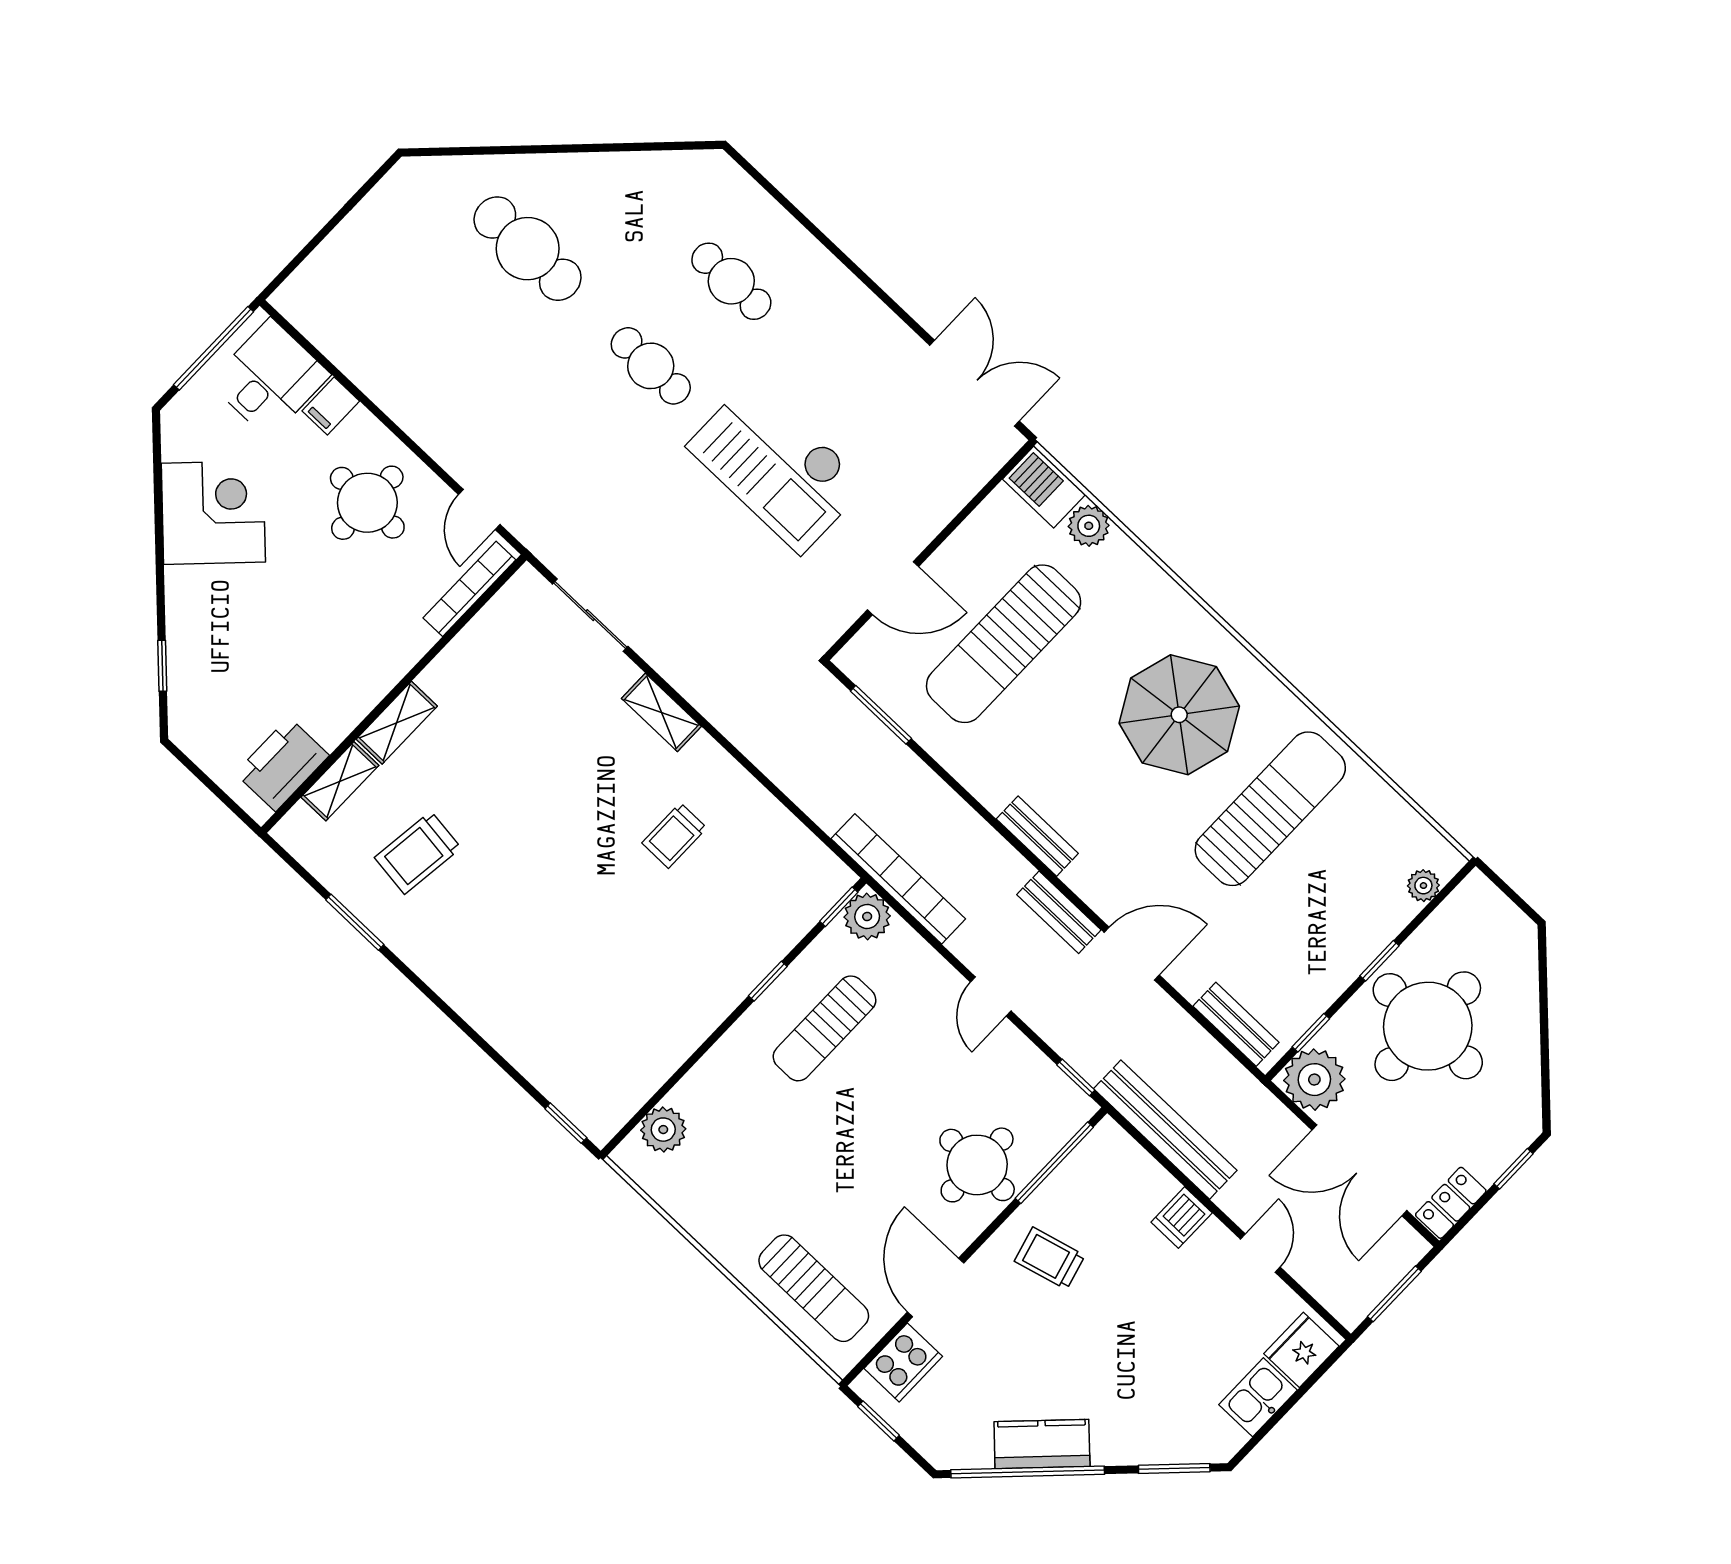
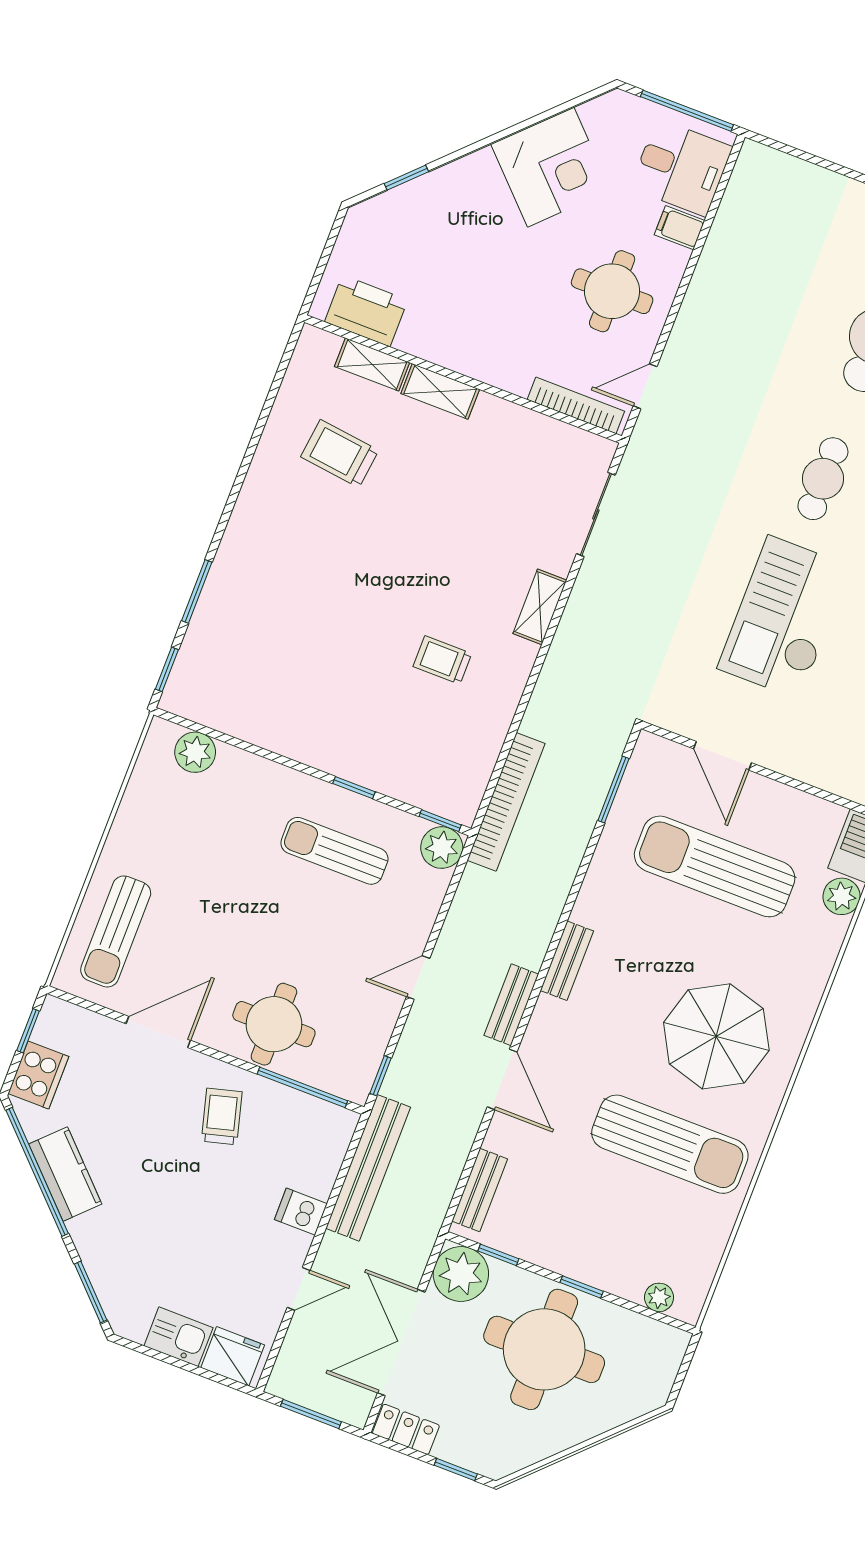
bookcase: (898, 879) -> (506, 802), moved
window: (355, 922) -> (197, 591), moved
cooker: (903, 1362) -> (38, 1075), moved, turned -90

